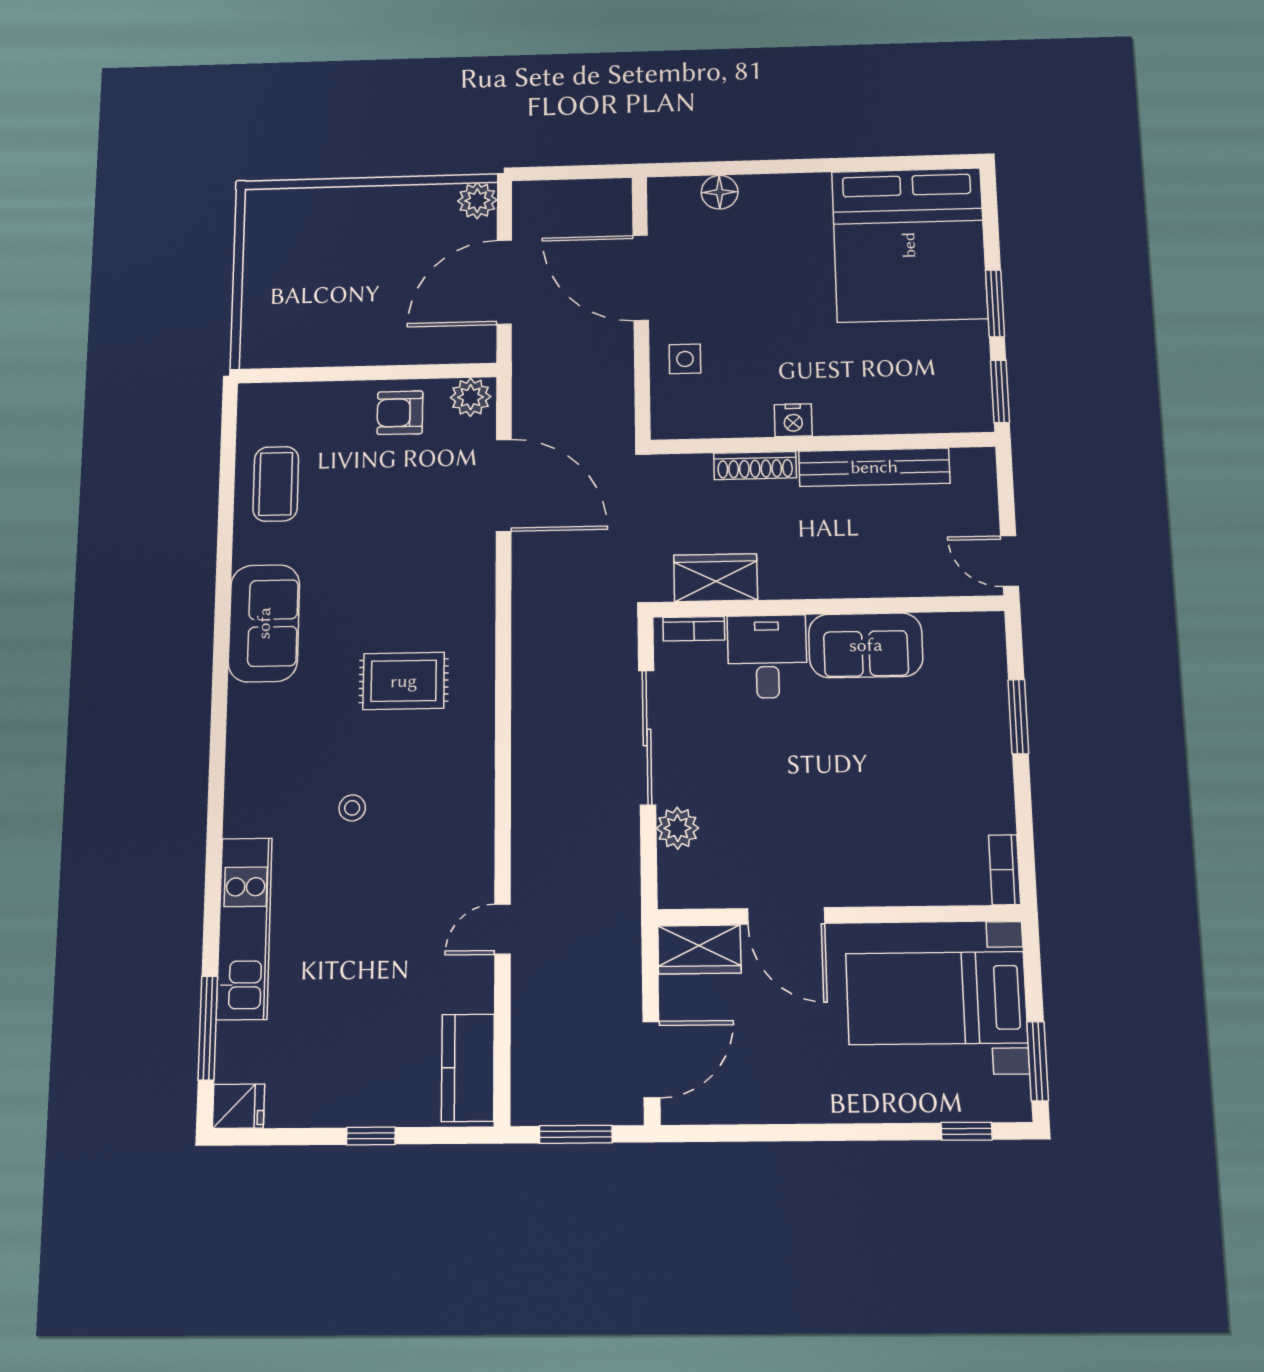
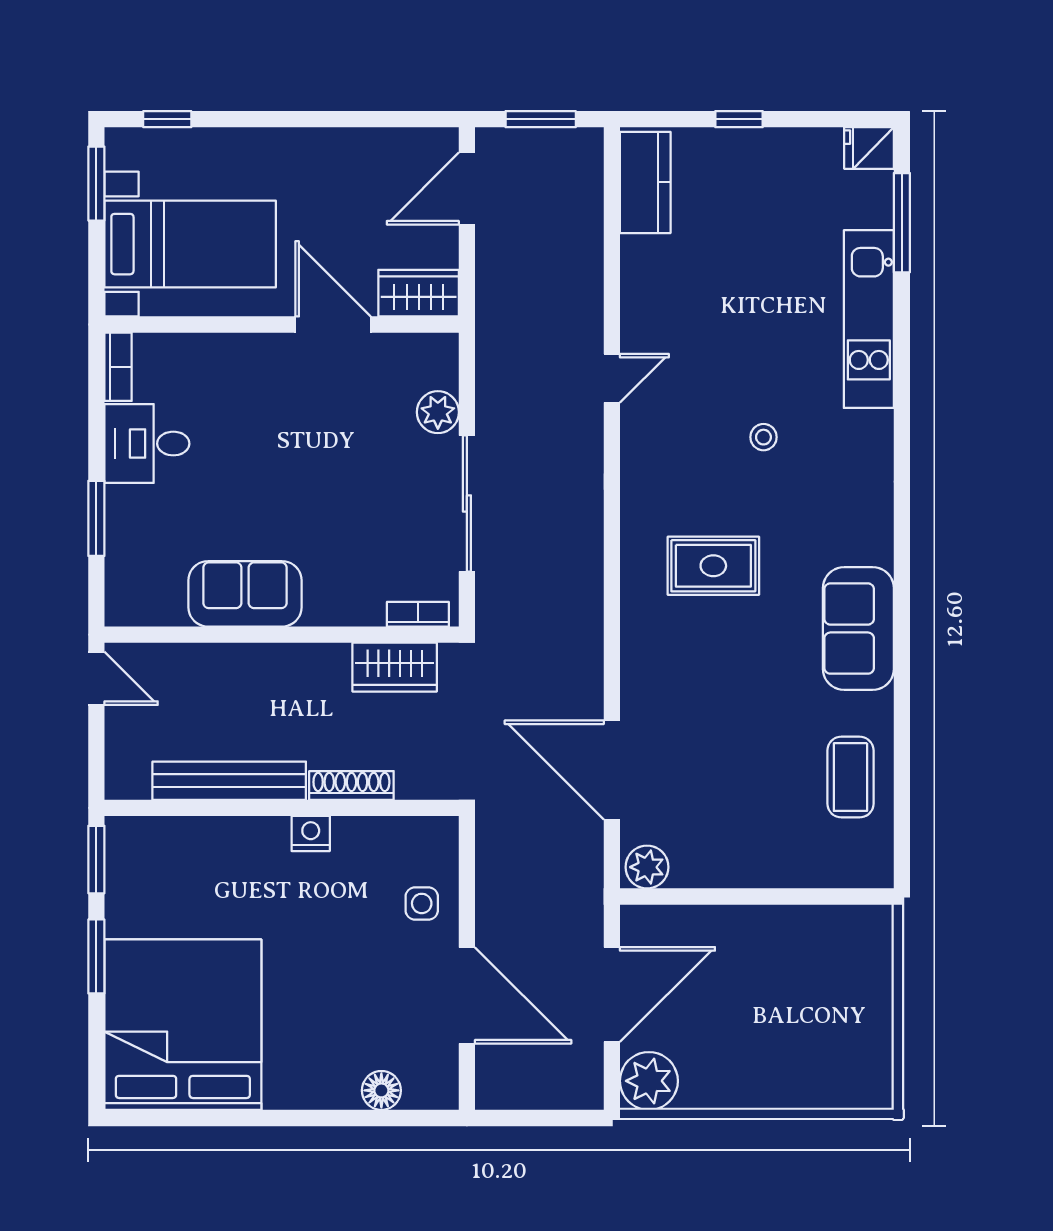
plant: (477, 201) -> (649, 1081), width x1.36, depth x1.36
armchair: (400, 413) -> (721, 852), removed
desk: (767, 657) -> (147, 444), moved, turned 90
door: (503, 929) -> (612, 378), moved

